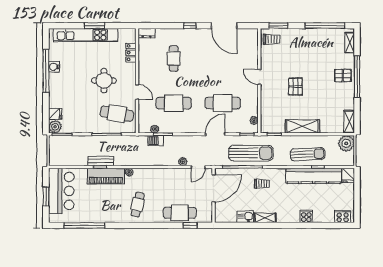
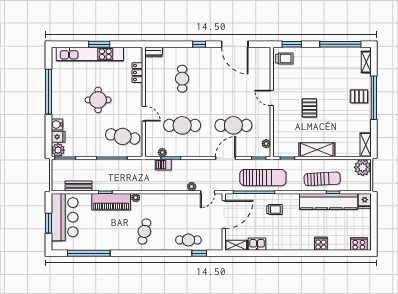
water cooler: (54, 67) -> (57, 124), moved
round table: (104, 81) -> (98, 100), moved
bench: (101, 161) -> (79, 186), moved
cafe table: (180, 213) -> (188, 240), width x0.73, depth x0.74
shelving: (265, 218) -> (236, 245), moved

